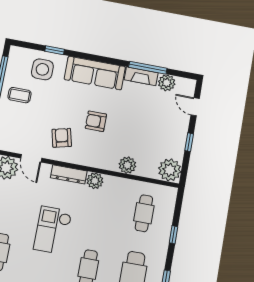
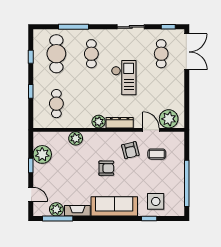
window: (148, 68) -> (58, 219), moved
coffee table: (20, 95) -> (157, 154), moved
plant: (170, 170) -> (42, 154), moved

